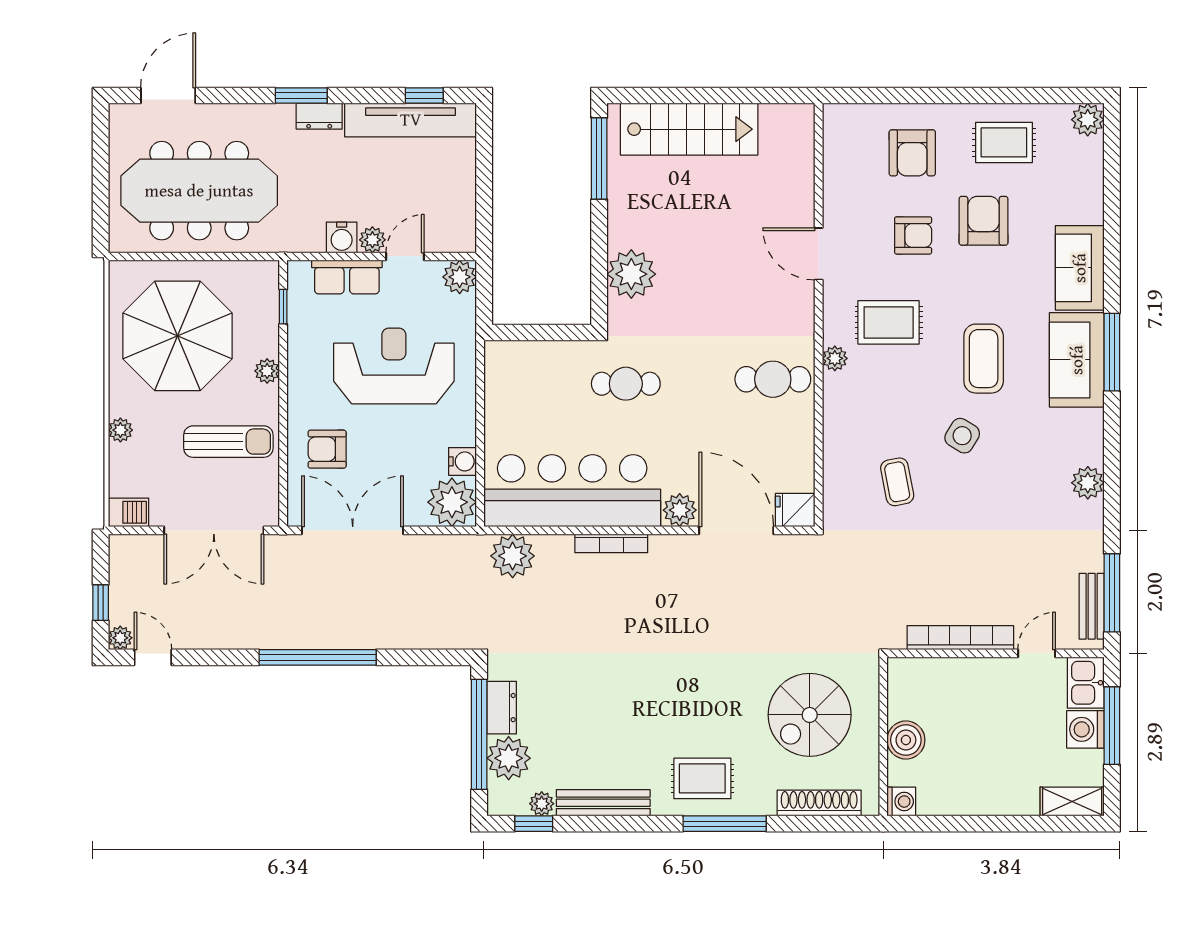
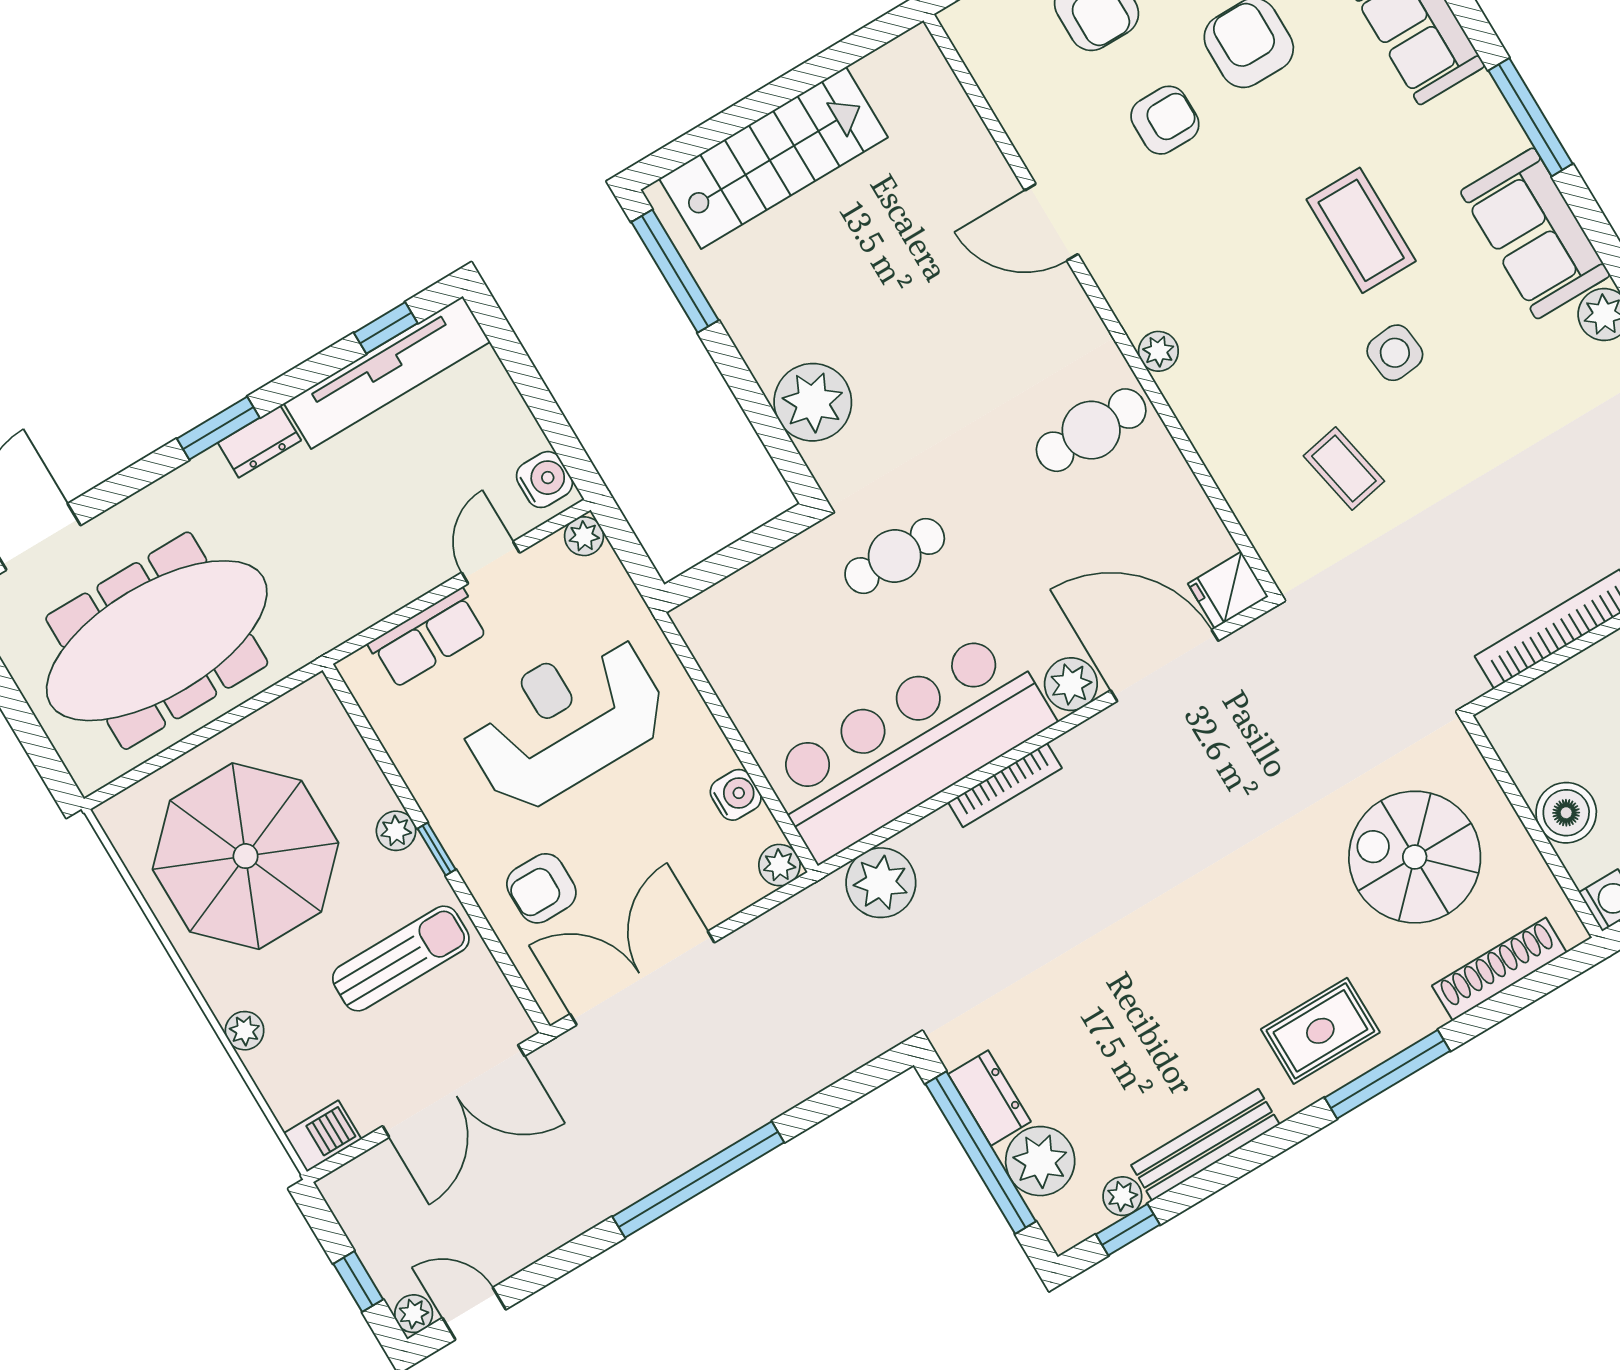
water cooler: (342, 237) -> (544, 480), moved, turned -90
plant: (372, 240) -> (433, 566), removed
plant: (460, 277) -> (584, 536), width x0.73, depth x0.73
window: (283, 307) -> (437, 849), moved
rug: (889, 322) -> (1202, 259), removed
sofa: (1077, 360) -> (1535, 233), moved
side table: (962, 436) -> (1395, 353), turned -37
plant: (452, 502) -> (779, 865), width x0.53, depth x0.53
spiral stairs: (810, 715) -> (1415, 857), turned 90

